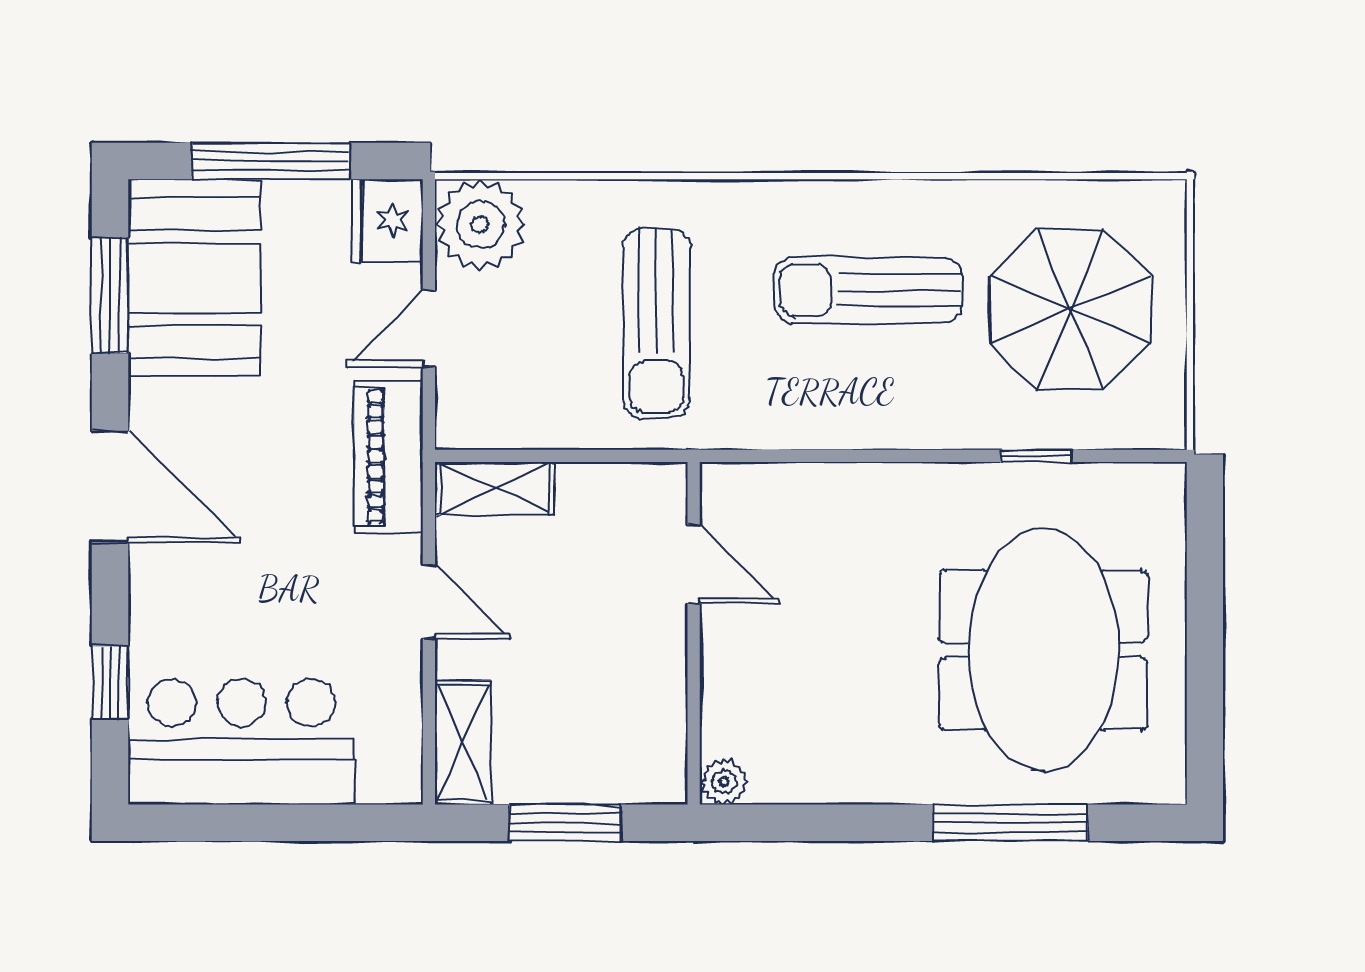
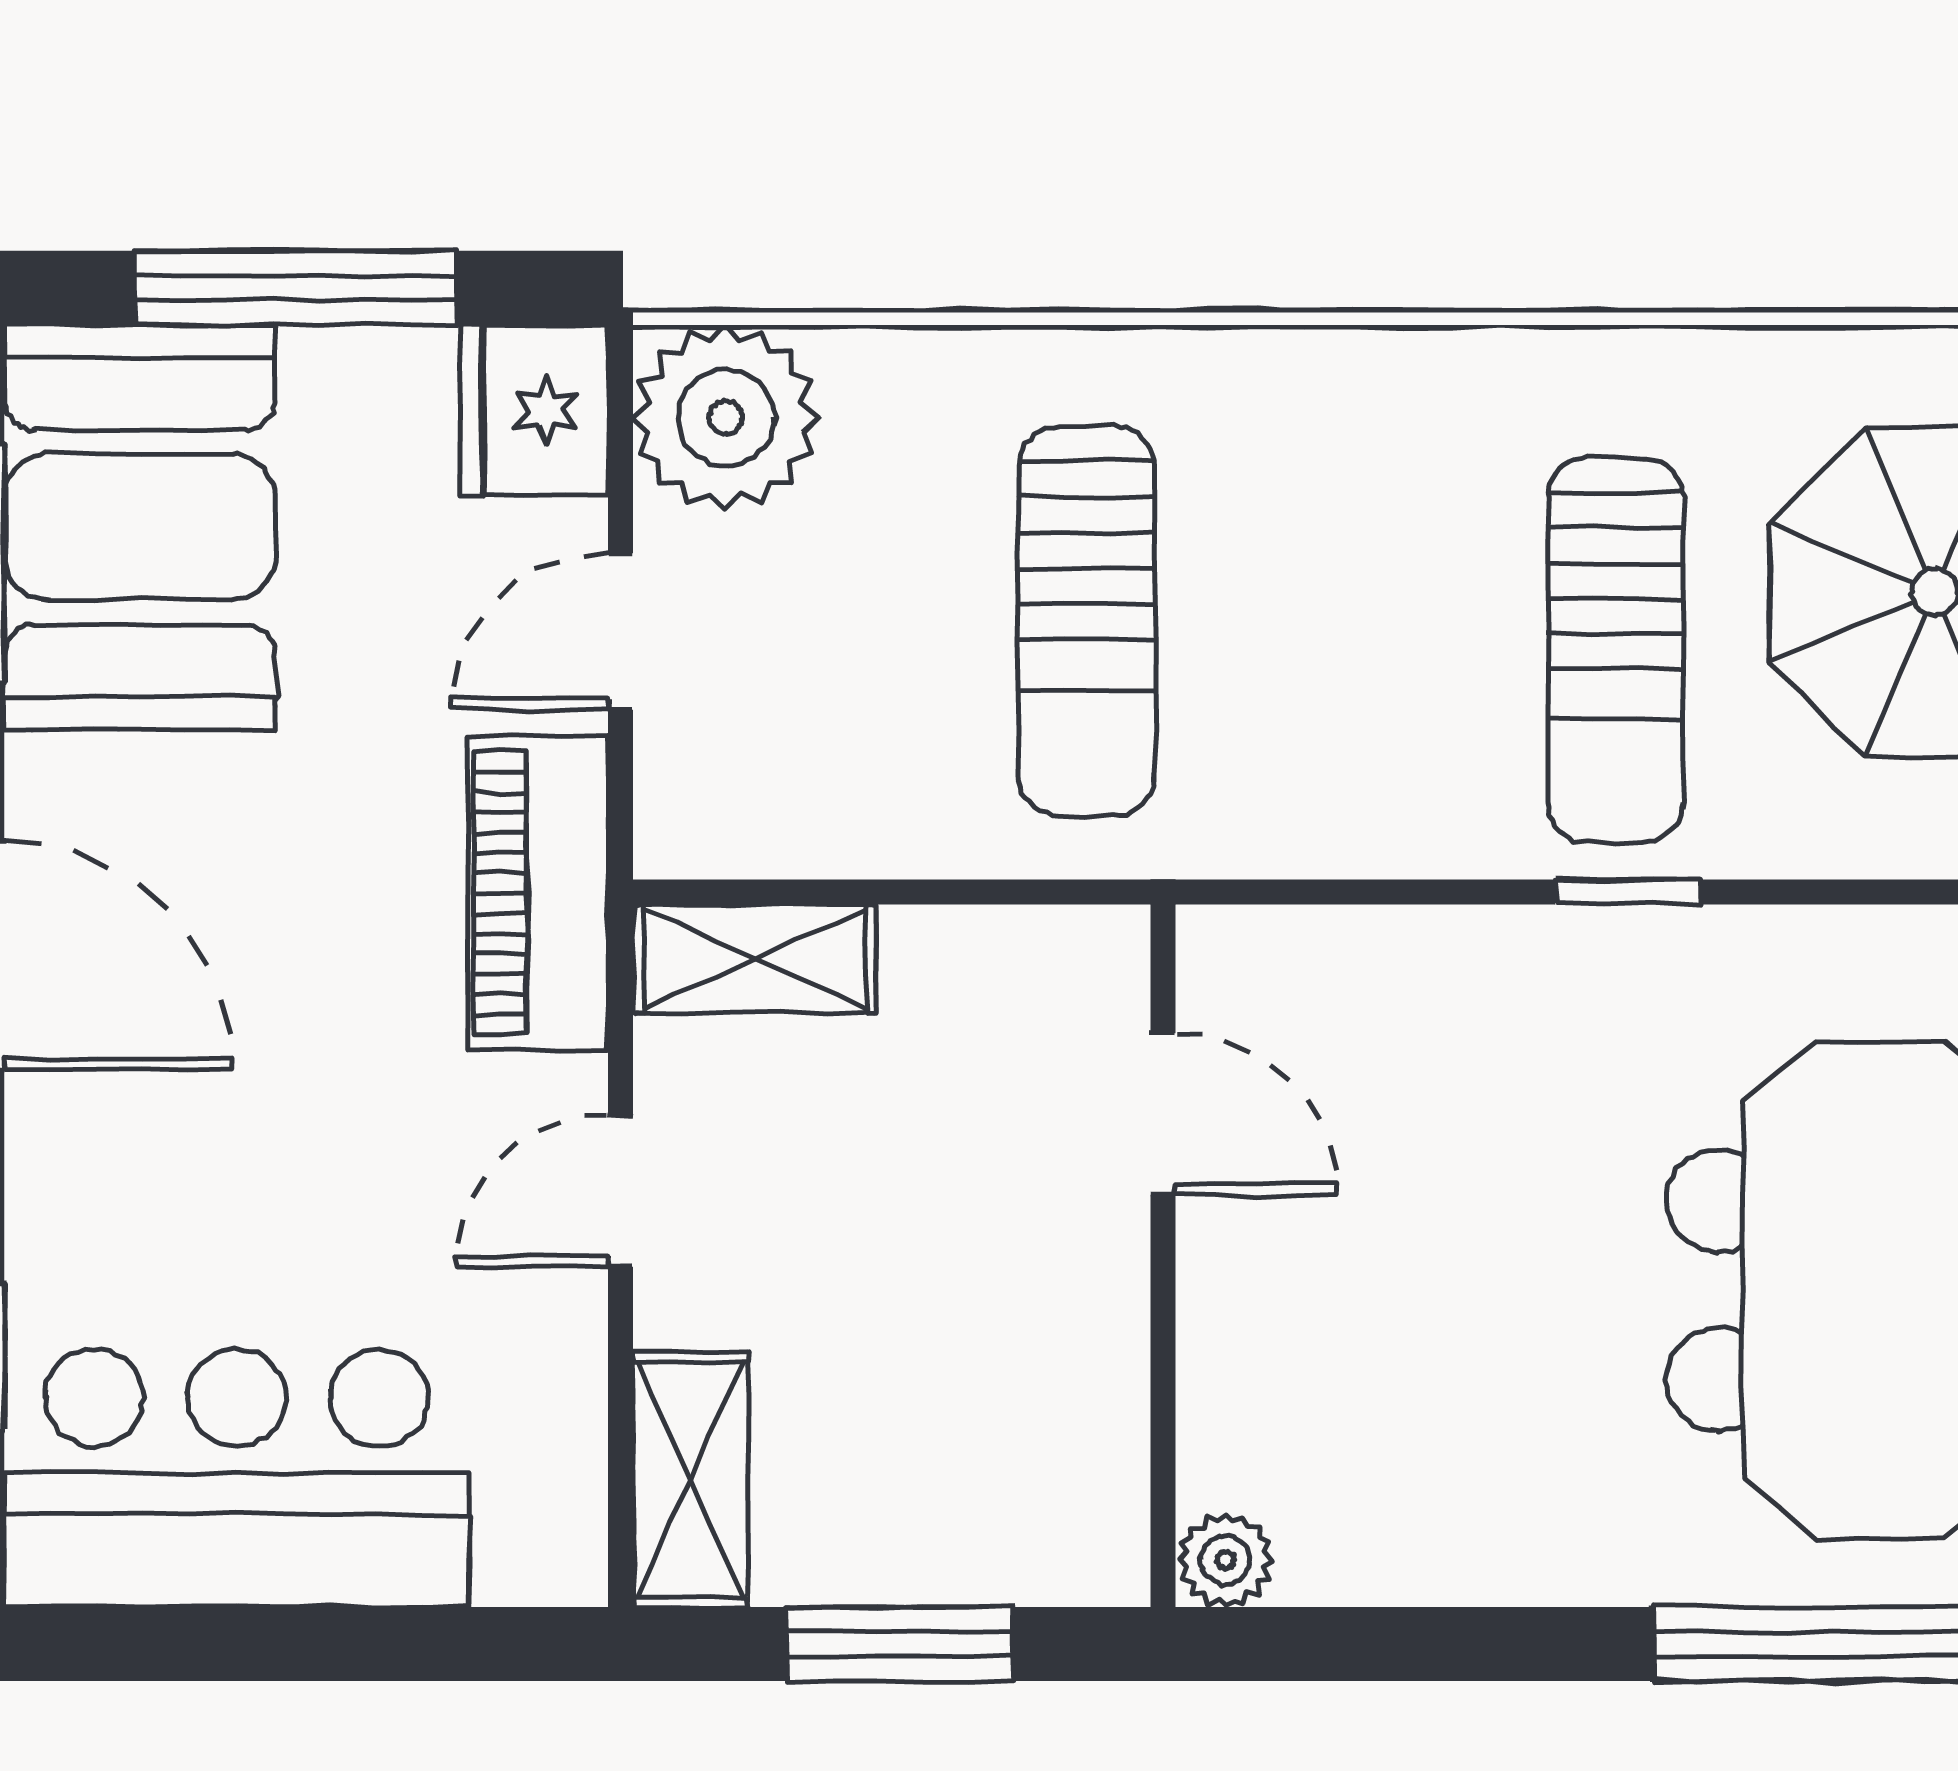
sun lounger: (868, 290) -> (1616, 650), moved, turned -90
window: (1036, 456) -> (1628, 892), moved
door: (429, 602) -> (621, 1191), swing flipped

